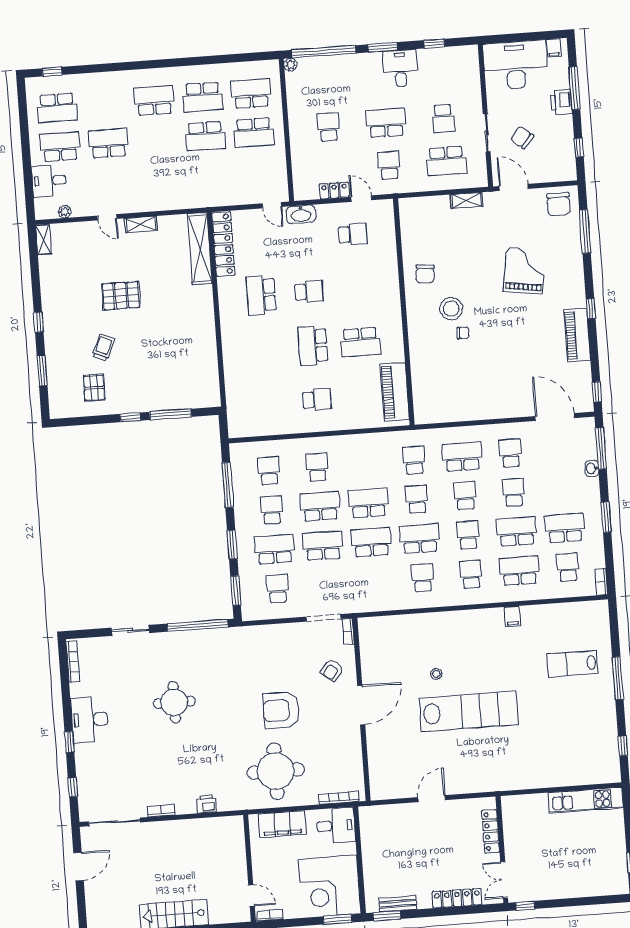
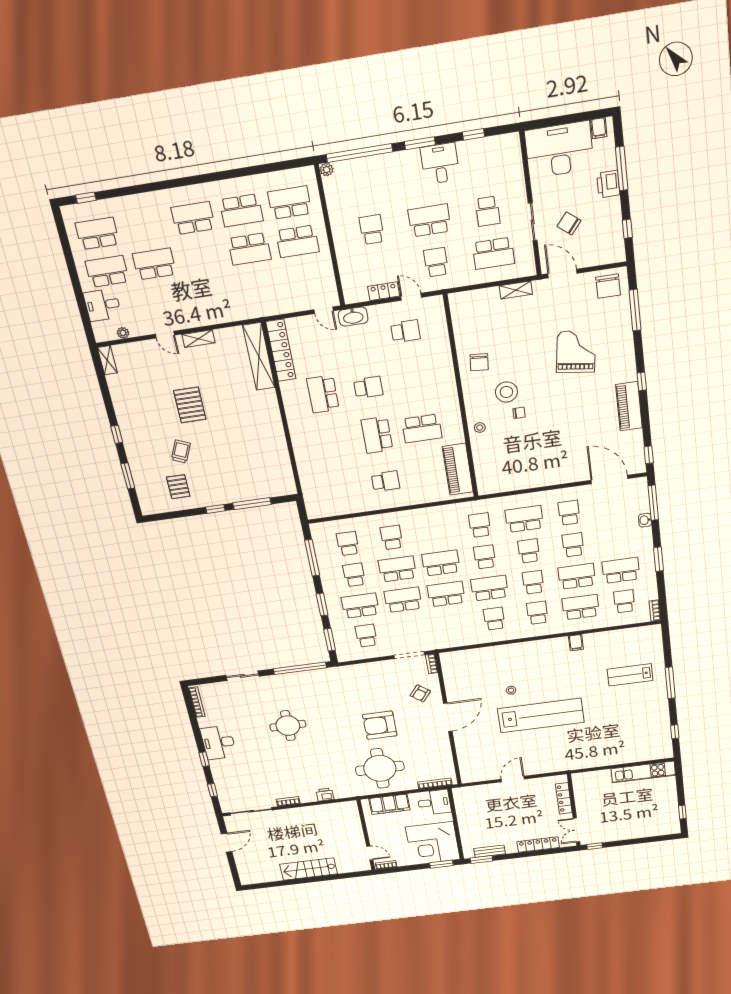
school desk: (57, 108) -> (97, 233), turned 180
pallet: (121, 296) -> (190, 405), turned 90
stool: (421, 346) -> (480, 428), added

